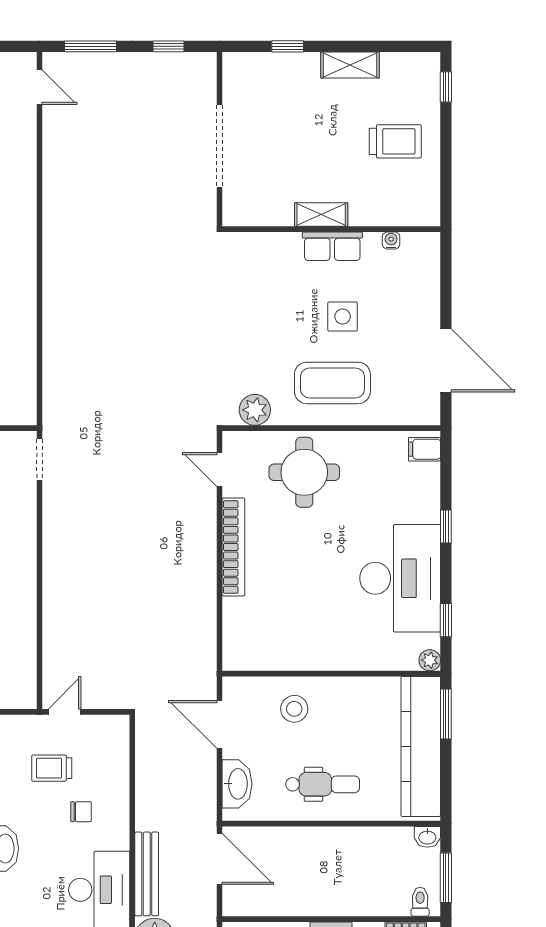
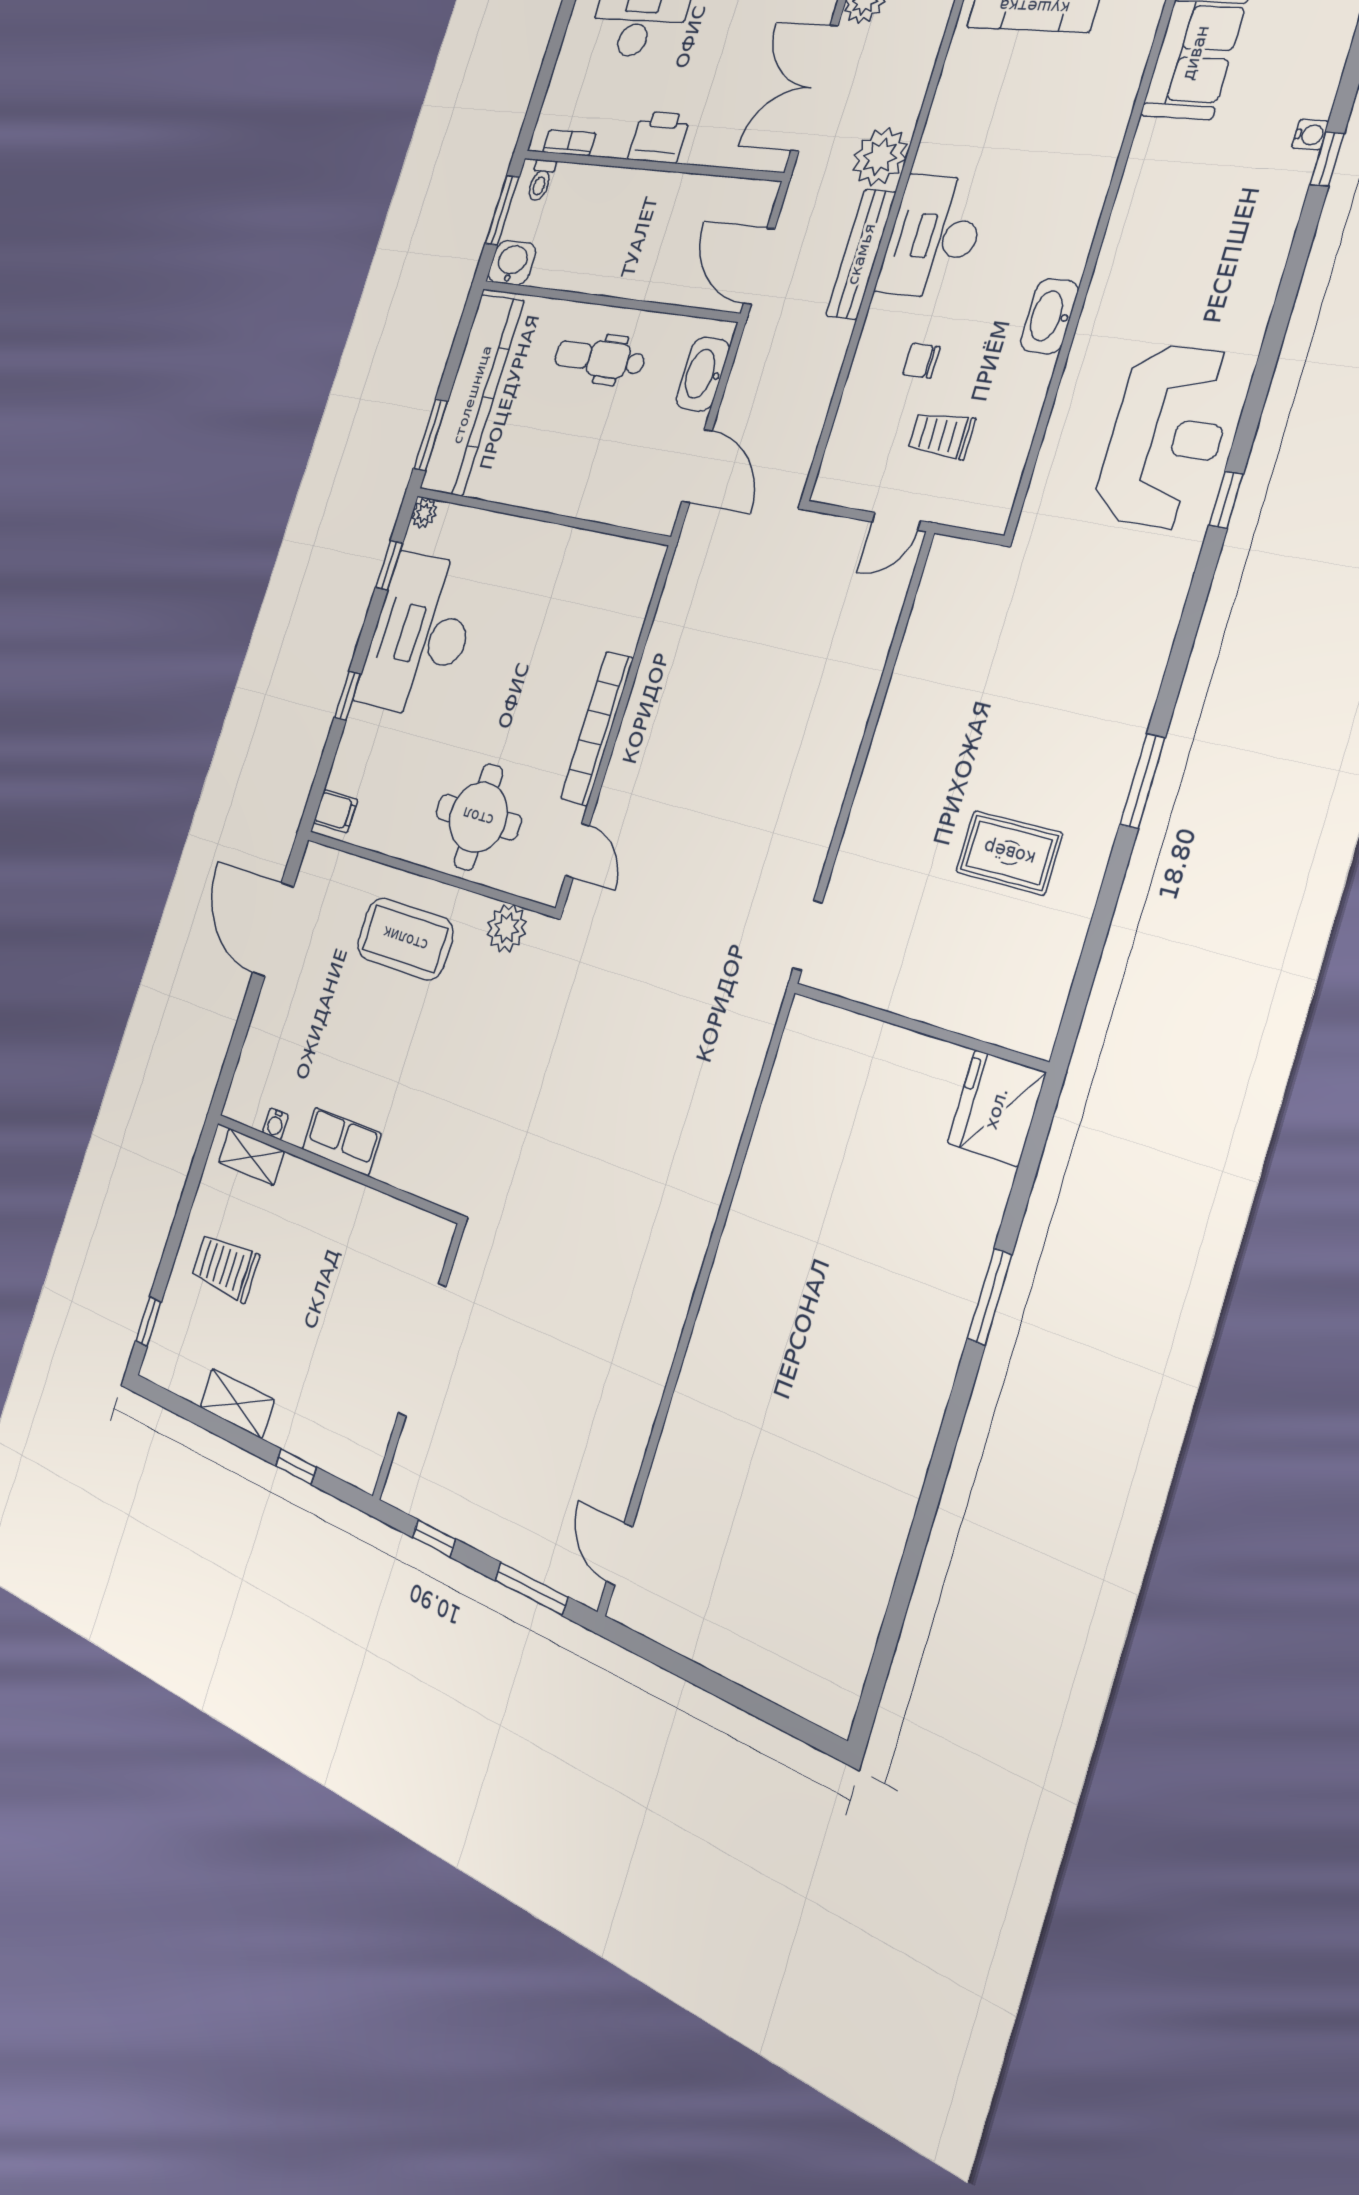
shelving: (321, 214) -> (251, 1157), moved
side table: (343, 317) -> (363, 1033), removed
stool: (294, 709) -> (599, 473), removed
trolley: (52, 768) -> (942, 435), turned 180
washbasin: (427, 837) -> (512, 263), width x1.38, depth x1.45

